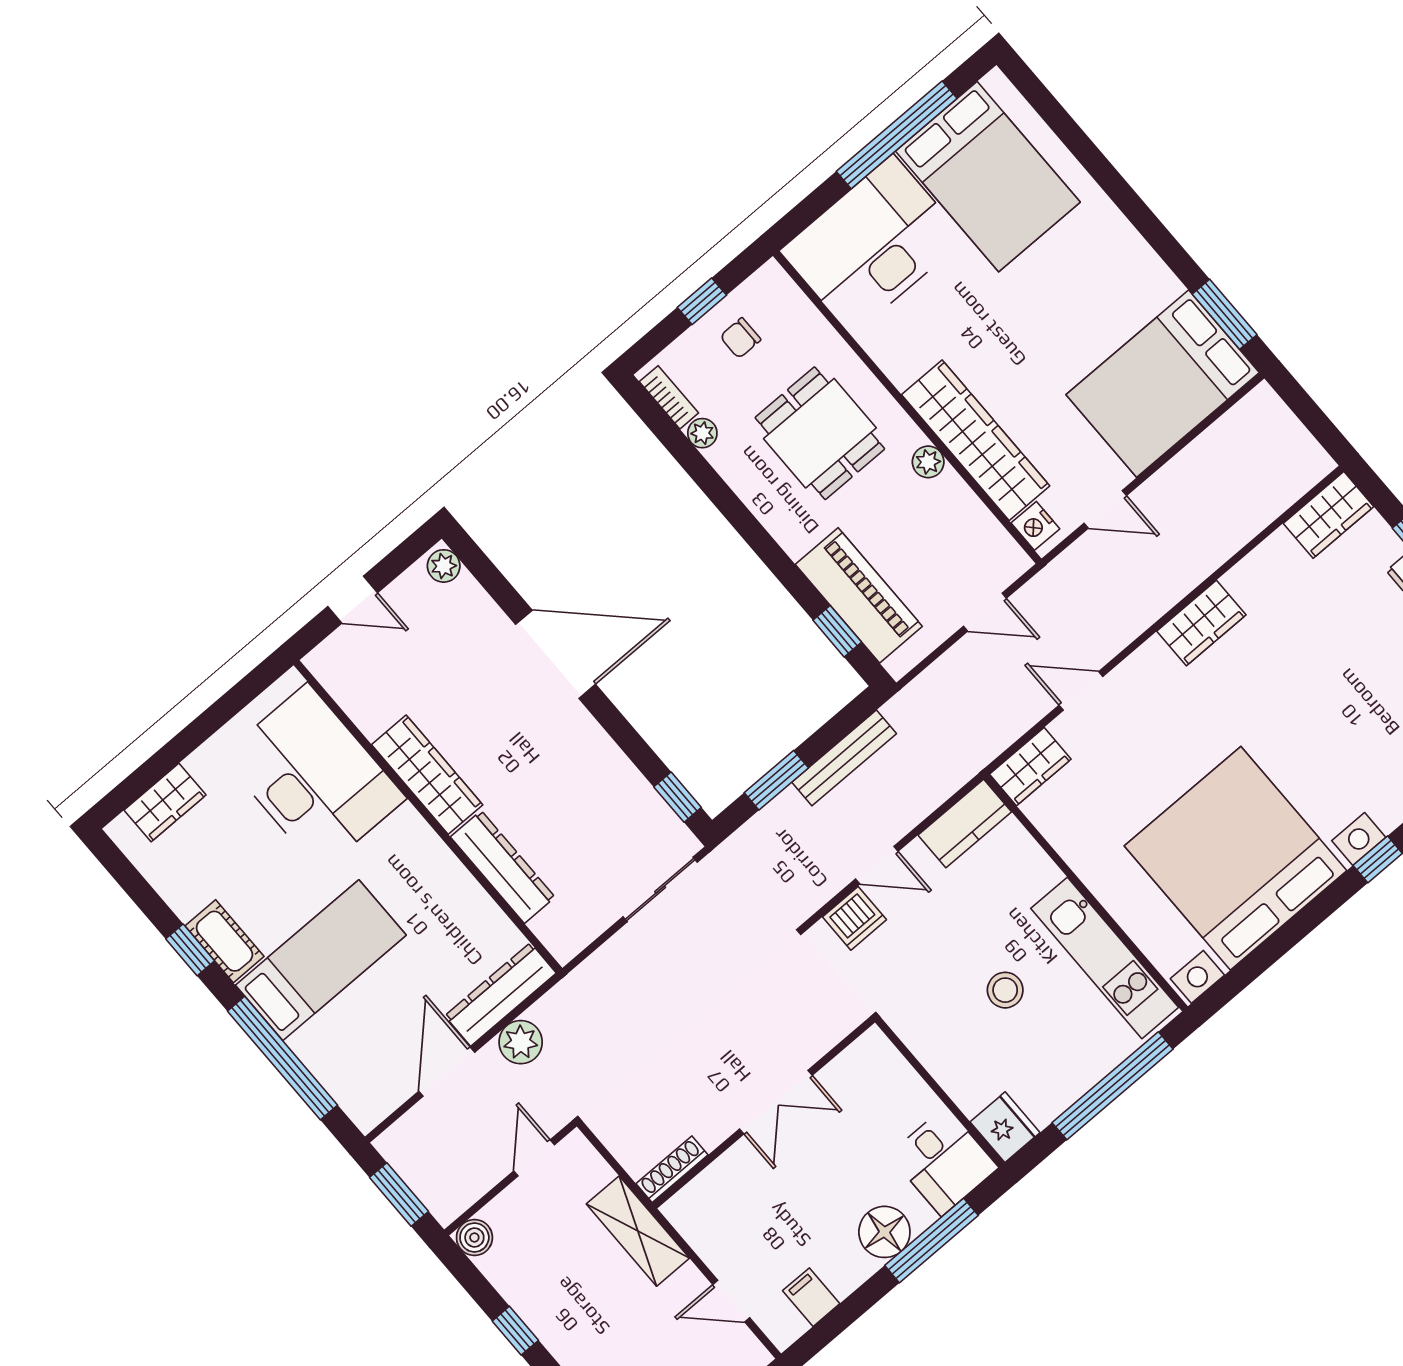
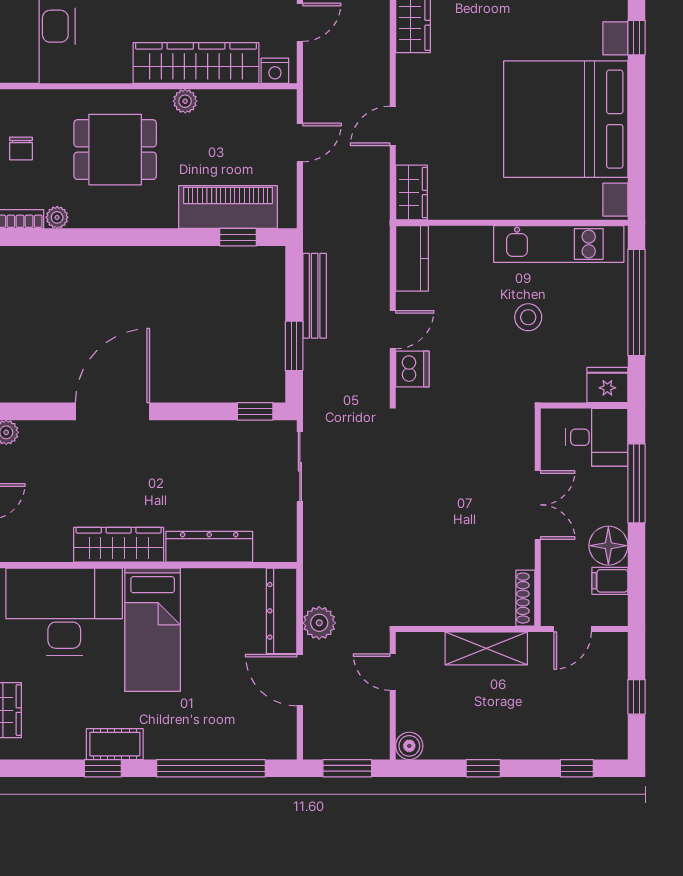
bed: (321, 960) -> (153, 630), moved, turned 180
double door: (776, 1102) -> (538, 505), moved
wall: (764, 1113) -> (538, 517), moved
shoe rack: (672, 1169) -> (525, 598), moved
floor lamp: (884, 1232) -> (608, 546), moved

